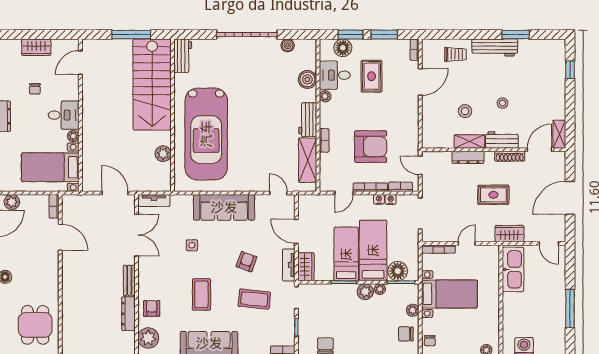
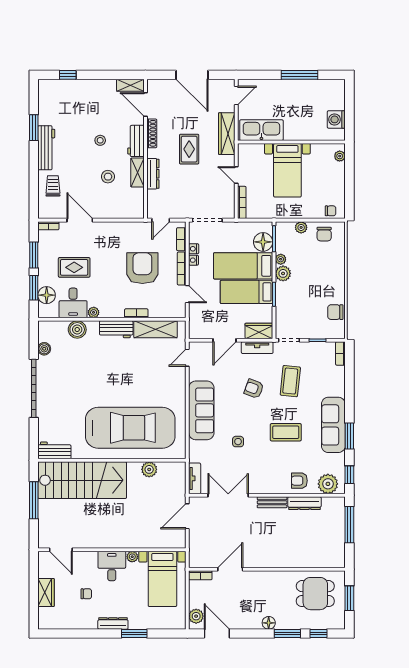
wardrobe: (509, 234) -> (227, 134), width x1.50
bed with nightstands: (449, 294) -> (287, 170), moved, turned 180

